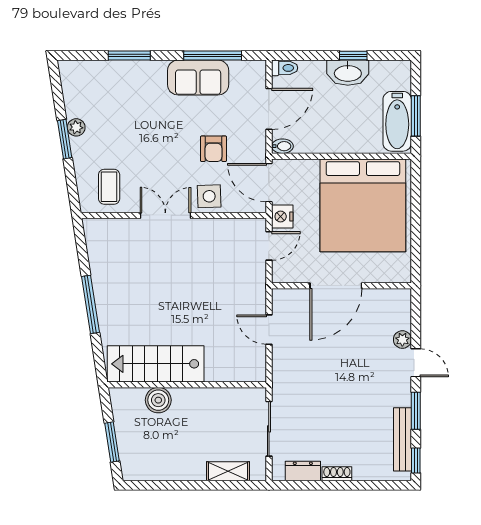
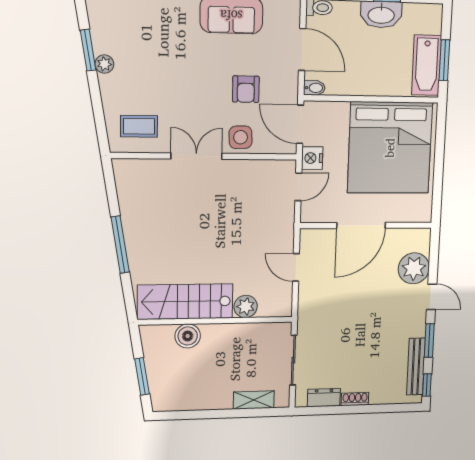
door: (269, 109) -> (302, 50), hinge flipped
window: (65, 139) -> (88, 50), moved
coffee table: (109, 187) -> (139, 126), turned 90
plant: (402, 340) -> (414, 268), width x1.88, depth x1.88
plant: (217, 370) -> (246, 307), added

